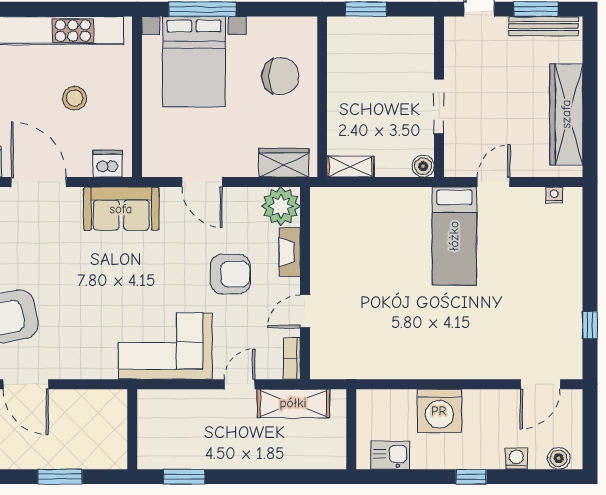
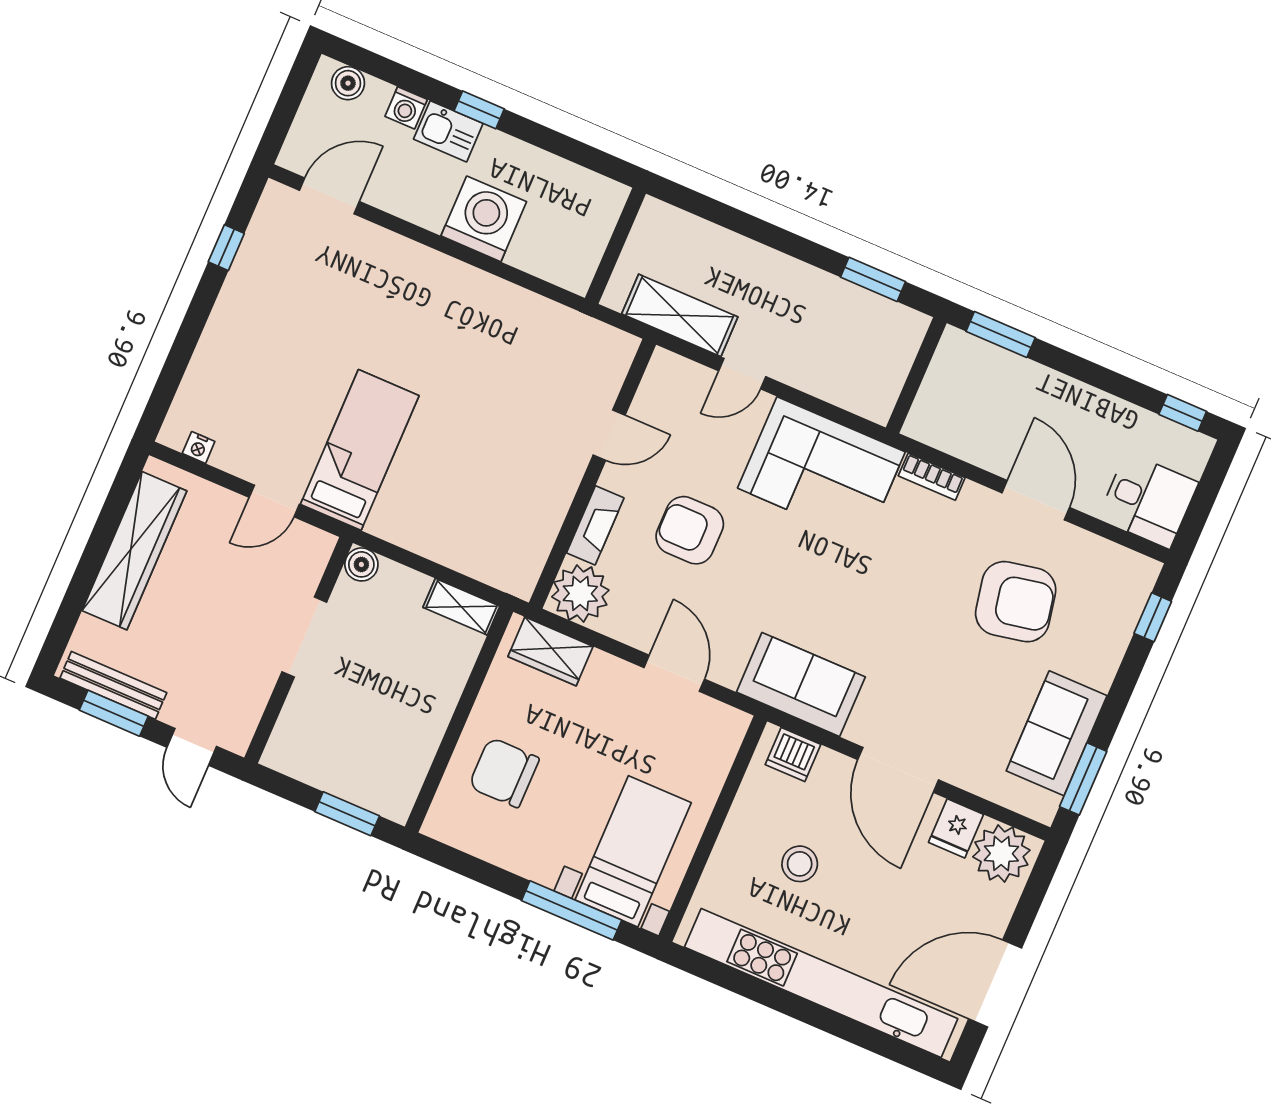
bed with nightstands: (194, 62) -> (633, 851), width x0.73
bookcase: (292, 358) -> (932, 477), moved, turned 90
kitchen sink: (390, 455) -> (448, 131), moved
window: (60, 477) -> (1001, 334), moved

